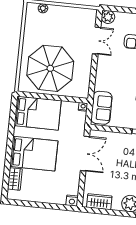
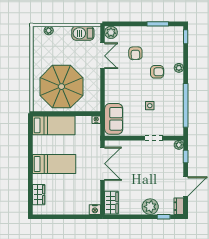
barbecue: (79, 15) -> (83, 33), added
bed: (38, 113) -> (54, 125), width x0.67
bed: (34, 154) -> (54, 164), width x0.67
wardrobe: (99, 202) -> (111, 203), moved, turned 90

